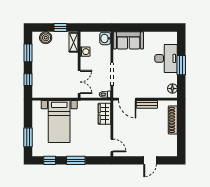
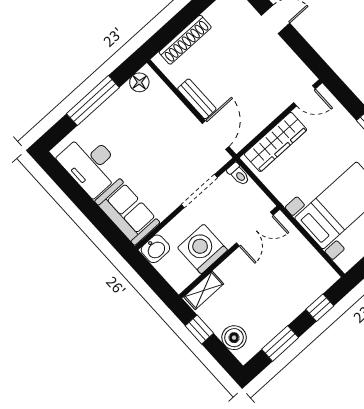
washing machine: (85, 52) -> (202, 249), width x1.89, depth x1.89
desk: (166, 58) -> (90, 164), moved, turned -90
window: (181, 65) -> (93, 101), width x1.44
double door: (79, 82) -> (255, 229), swing flipped
wardrobe: (104, 114) -> (276, 142), width x1.50
door: (112, 145) -> (305, 96), swing flipped

